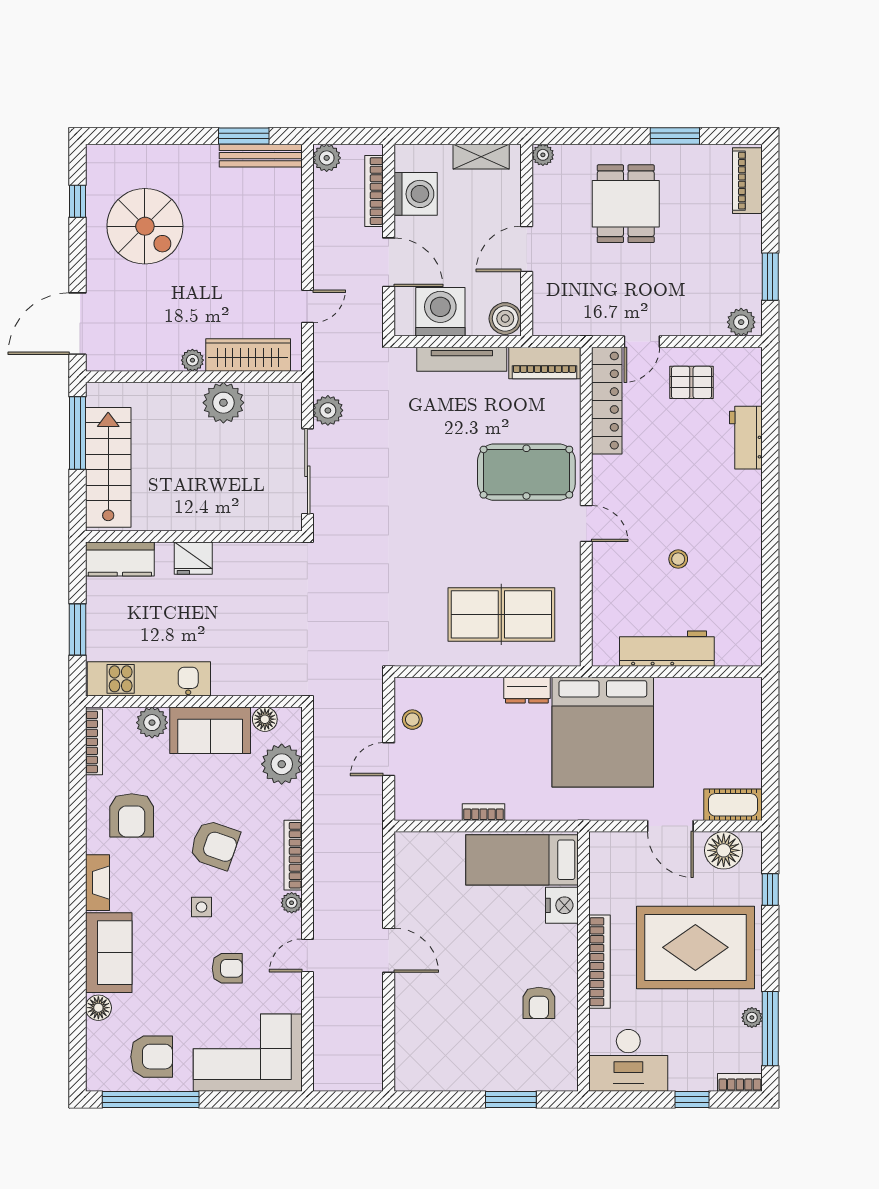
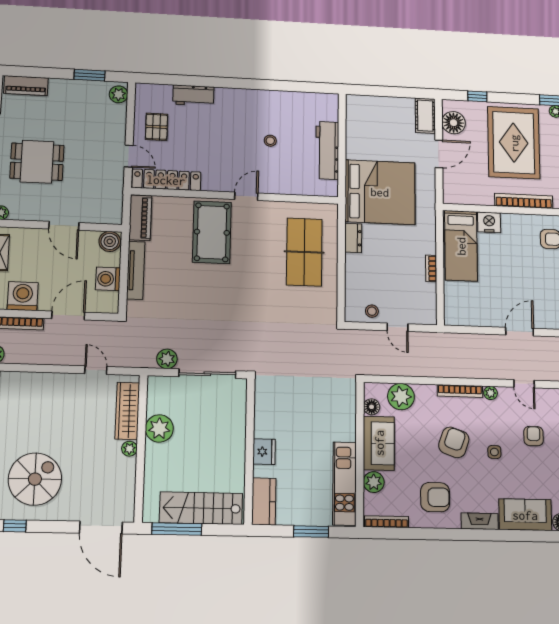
washing machine: (440, 312) -> (108, 279), width x0.73, depth x0.73

